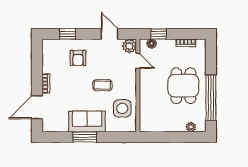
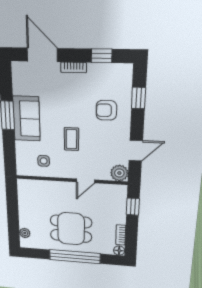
floor lamp: (152, 44) -> (119, 251), moved
door: (138, 61) -> (85, 181), moved
window: (37, 63) -> (102, 56), added
window: (211, 98) -> (75, 257), moved
side table: (122, 108) -> (44, 161), width x0.54, depth x0.54

